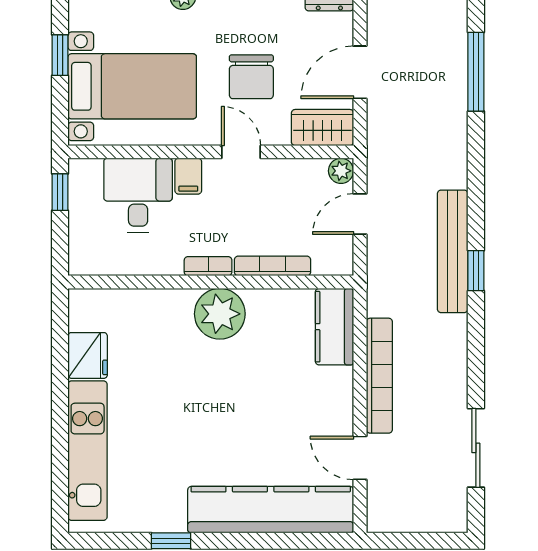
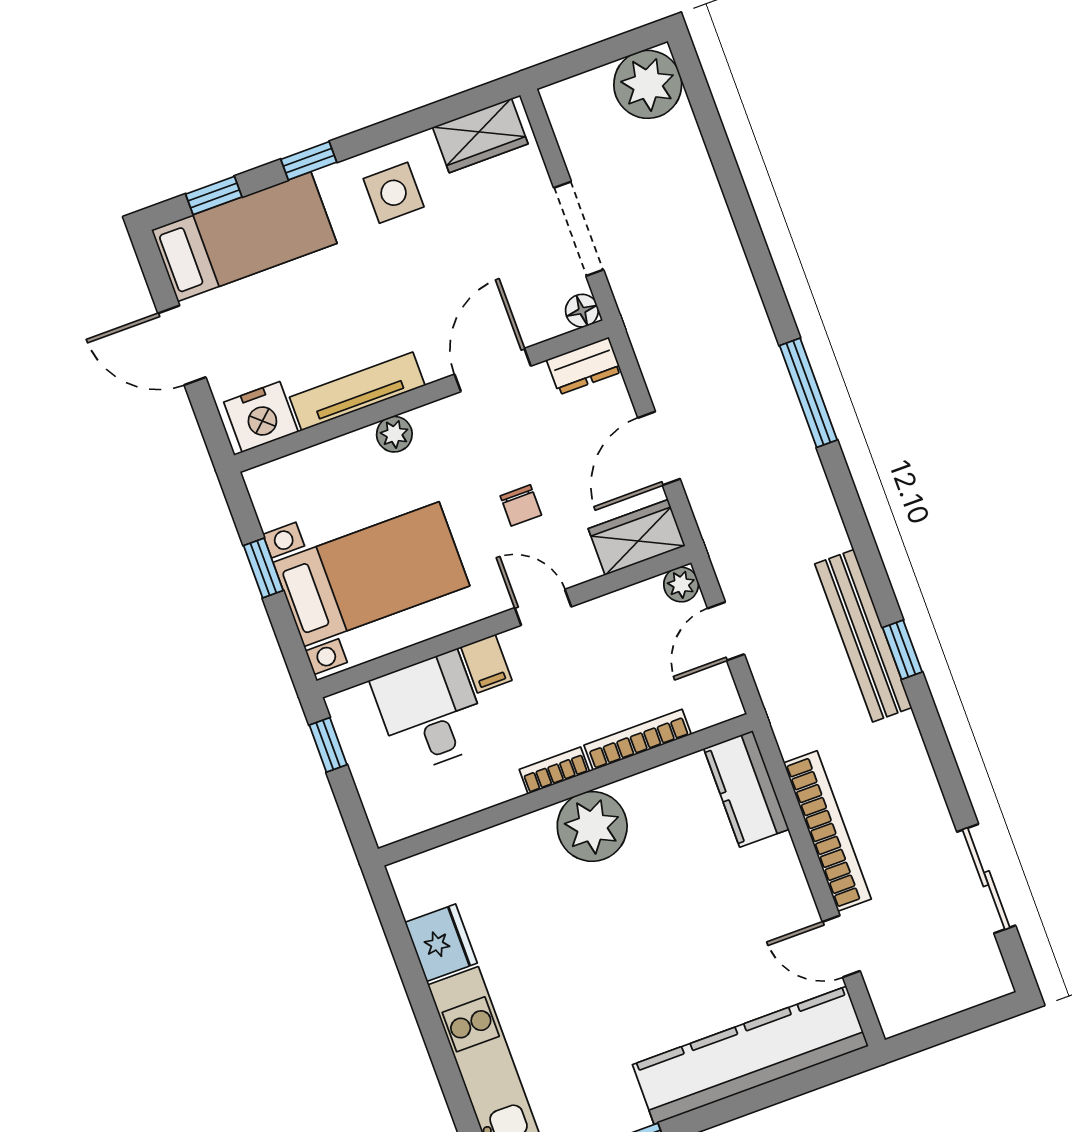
chair: (251, 77) -> (521, 505), width x0.54, depth x0.54

